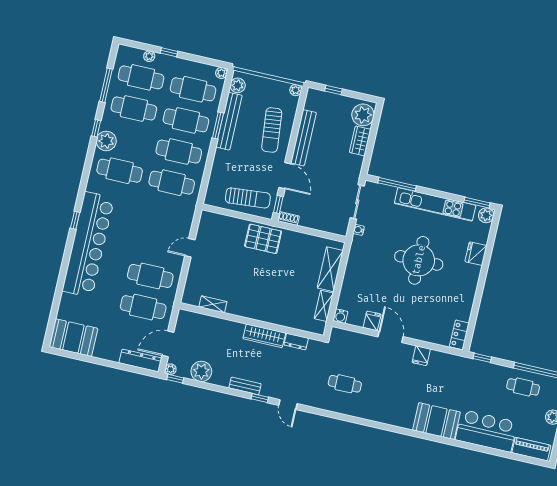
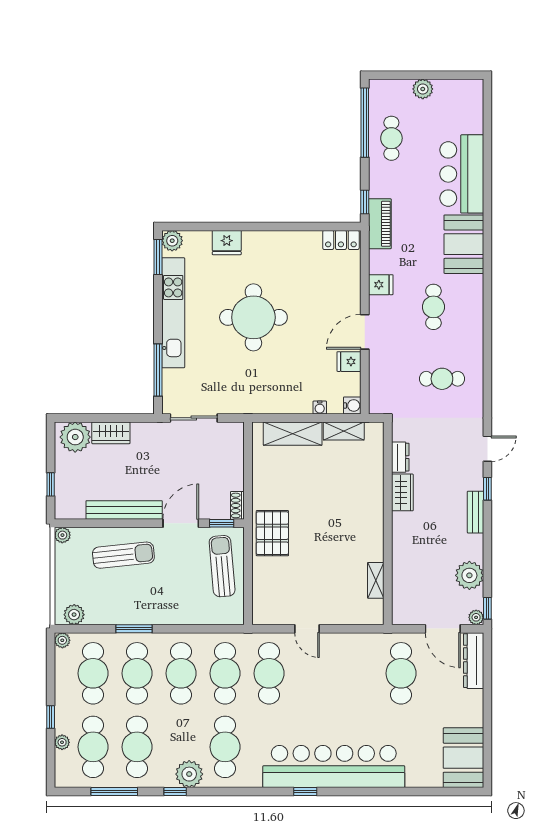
bench: (229, 121) -> (125, 615), removed
water cooler: (359, 230) -> (320, 408), moved
cafe table: (150, 276) -> (269, 673), moved
wardrobe: (264, 336) -> (402, 492), width x0.67
cafe table: (345, 384) -> (442, 379), turned 90
cafe table: (397, 389) -> (433, 307), added
piano: (531, 449) -> (380, 224), moved, turned 180

